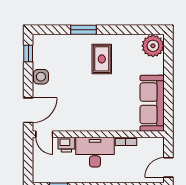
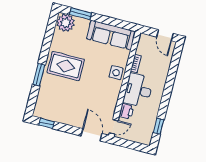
rug: (102, 59) -> (66, 66), width x1.36, depth x1.43
window: (168, 61) -> (81, 14), added
side table: (41, 77) -> (116, 73), moved

